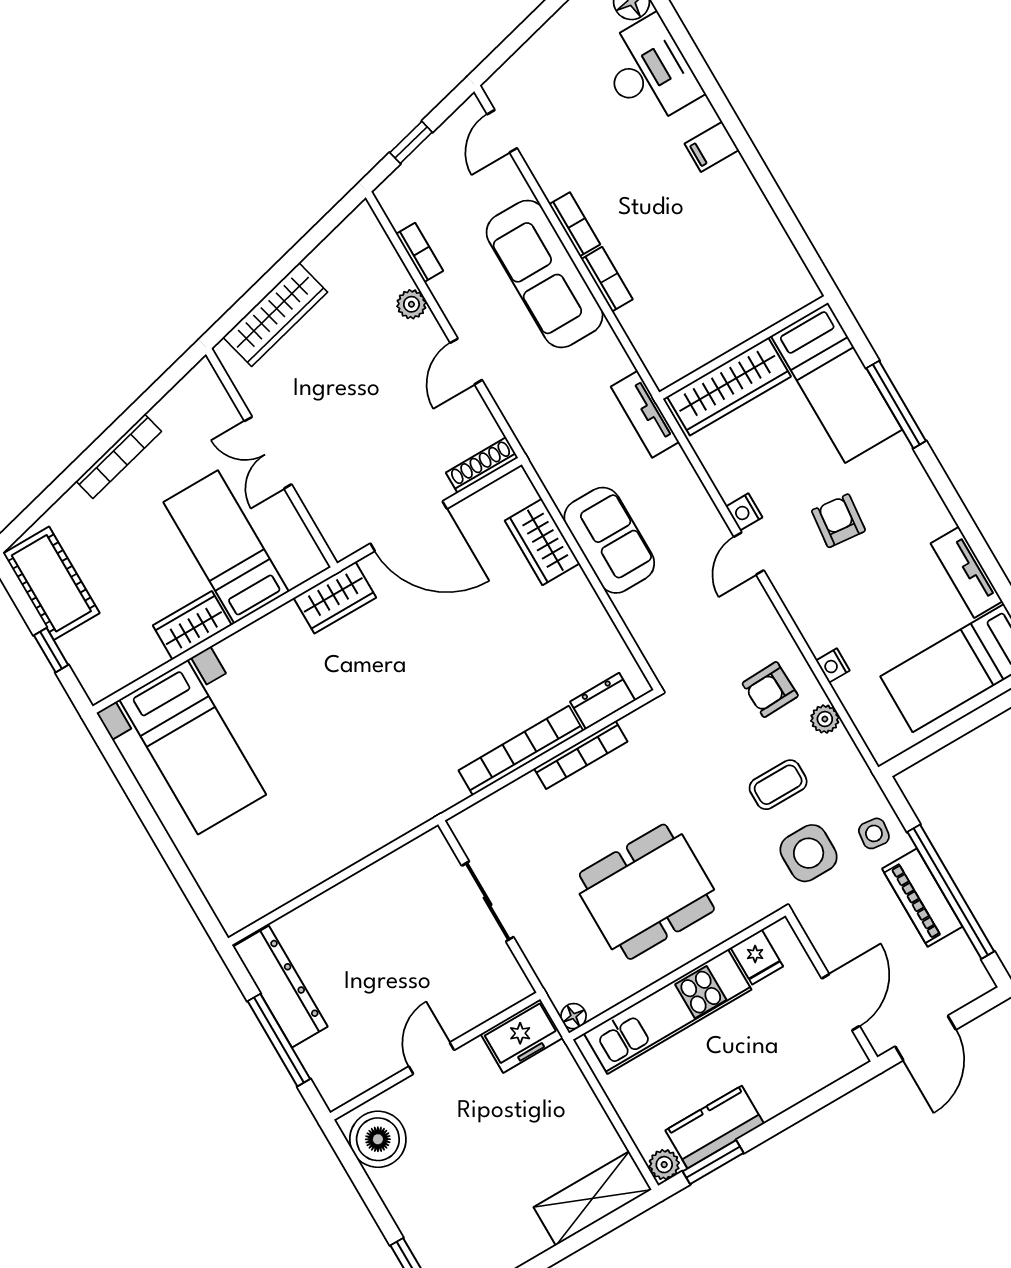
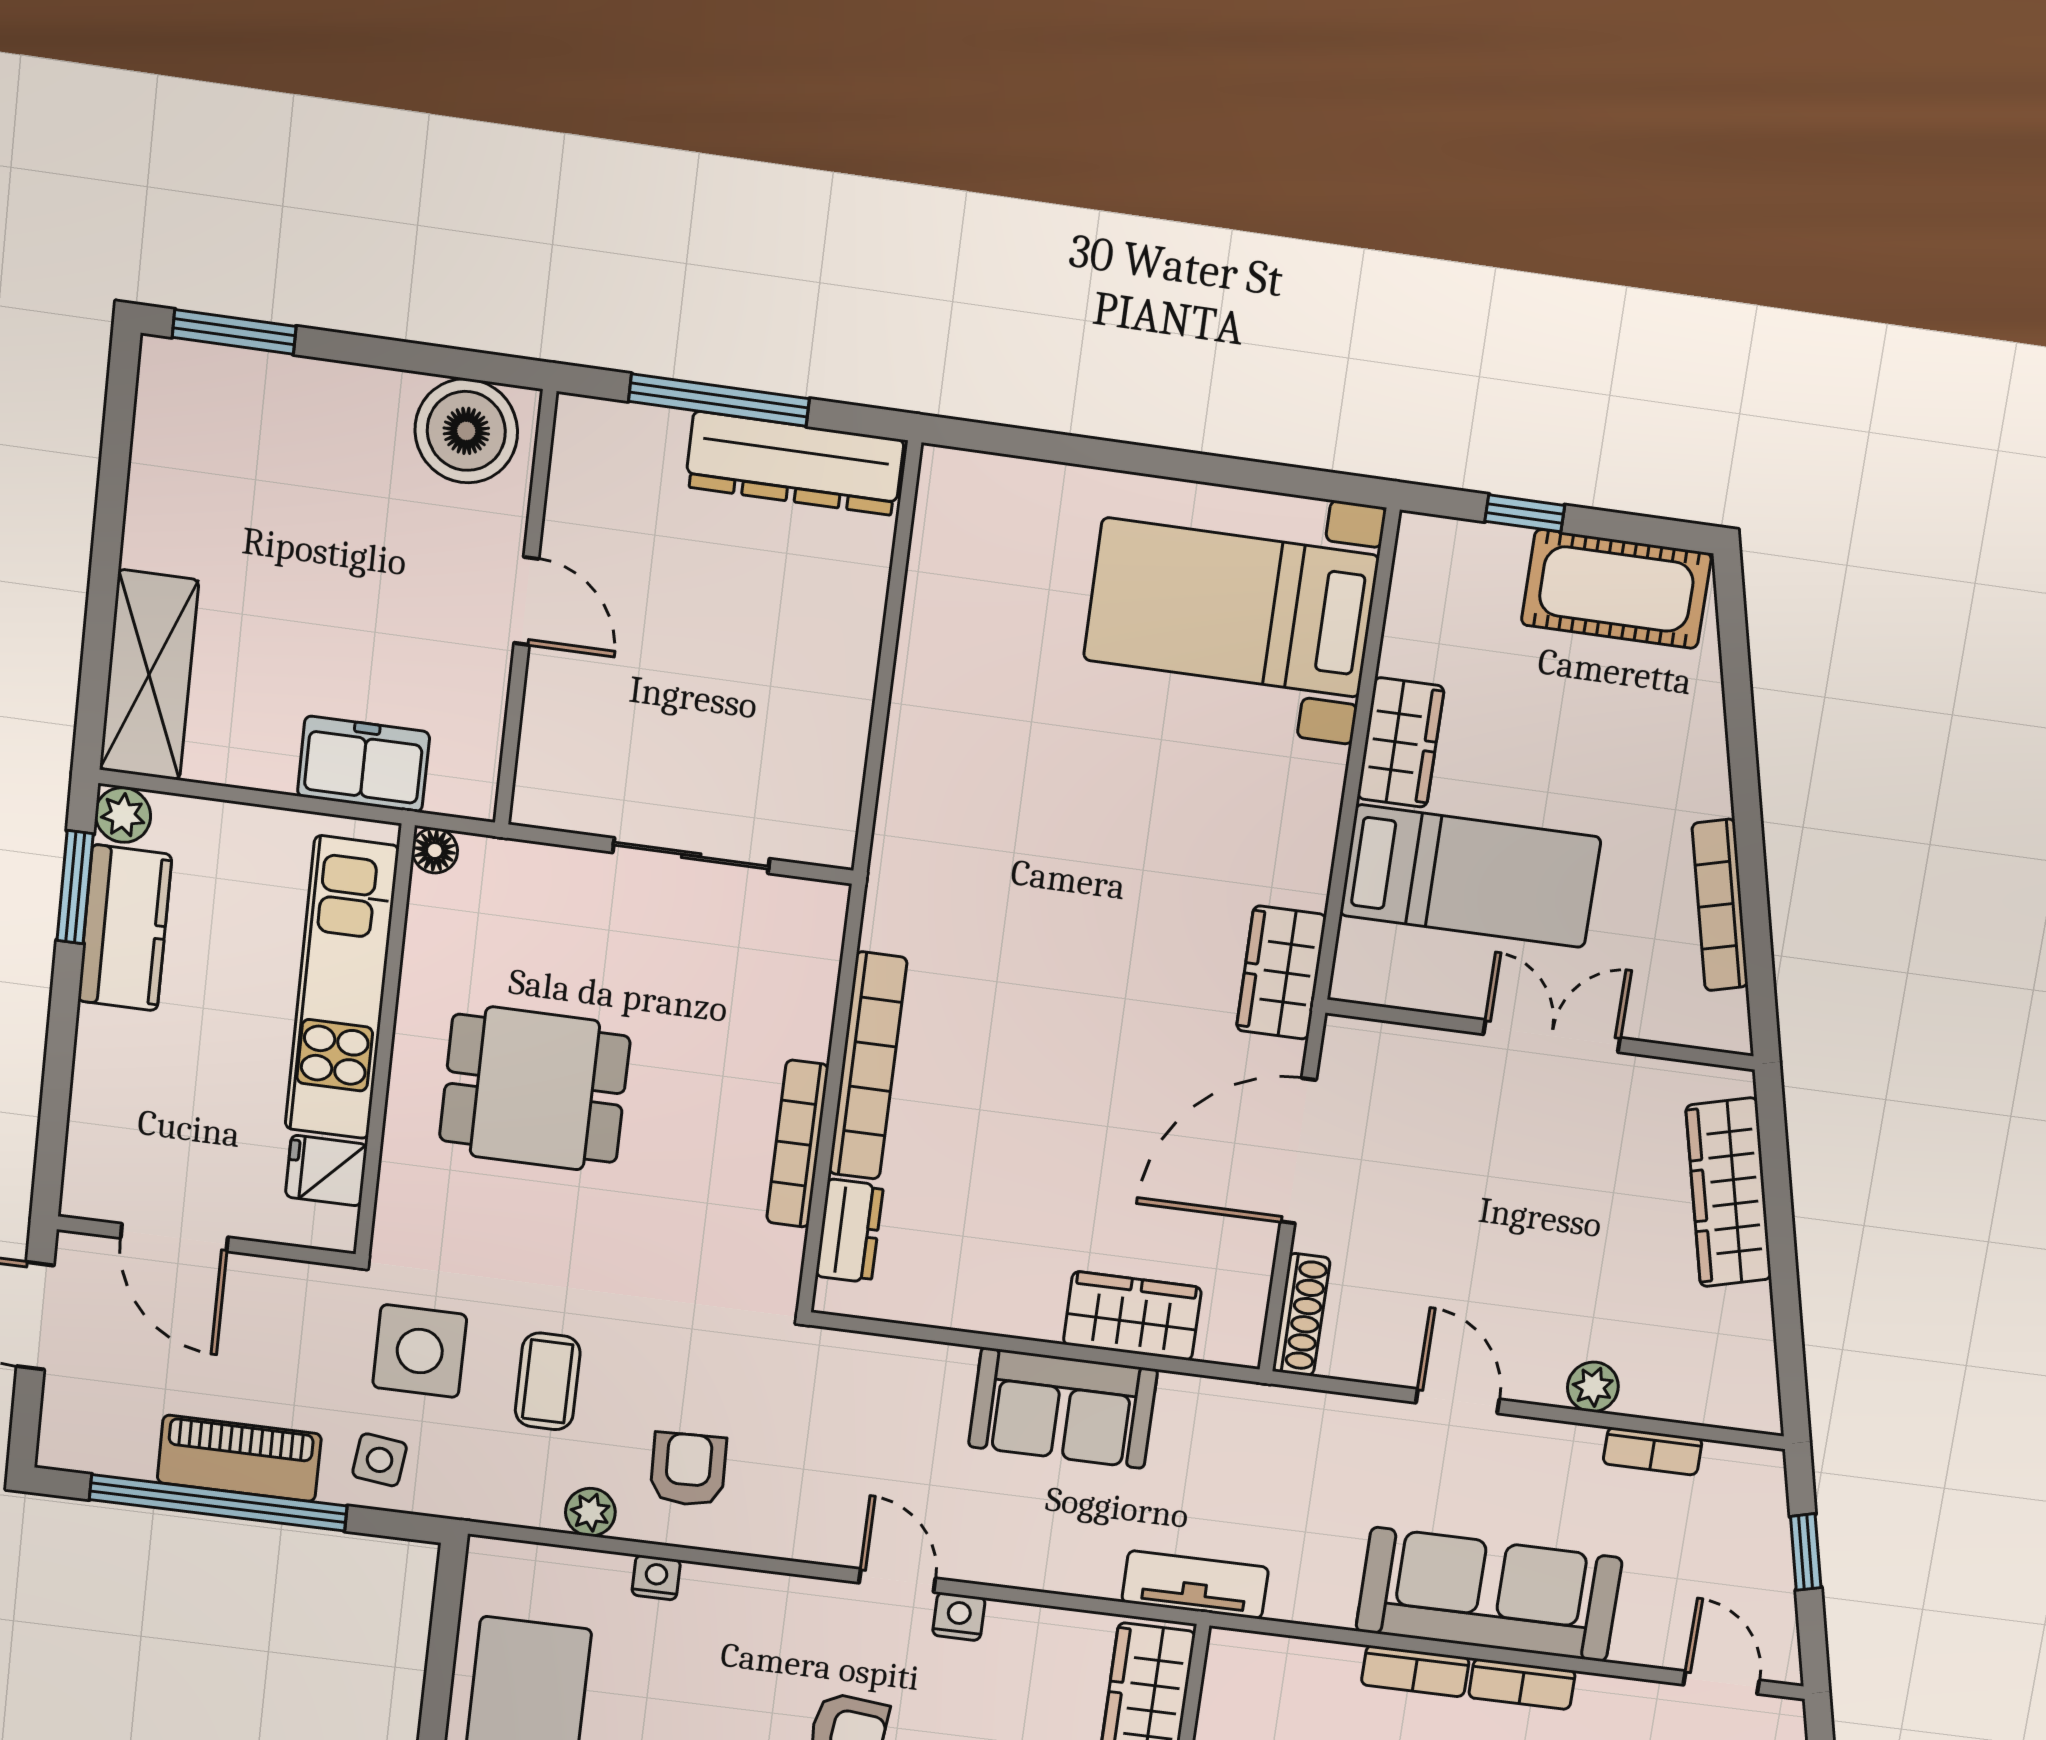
bookcase: (119, 456) -> (1720, 905), moved
dining table: (647, 892) -> (535, 1088), width x0.73
freezer: (522, 1036) -> (364, 764), moved, turned 90

